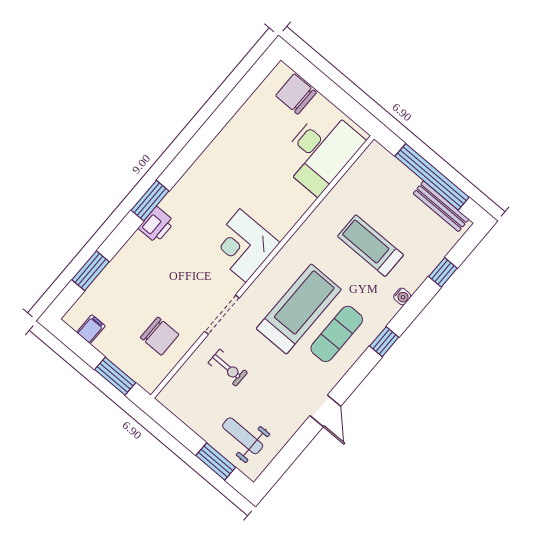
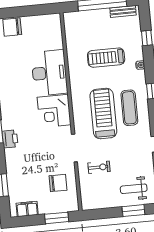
desk: (321, 151) -> (49, 73), moved
bench: (441, 206) -> (123, 12), width x0.73
filing cabinet: (91, 329) -> (27, 209), width x2.00

